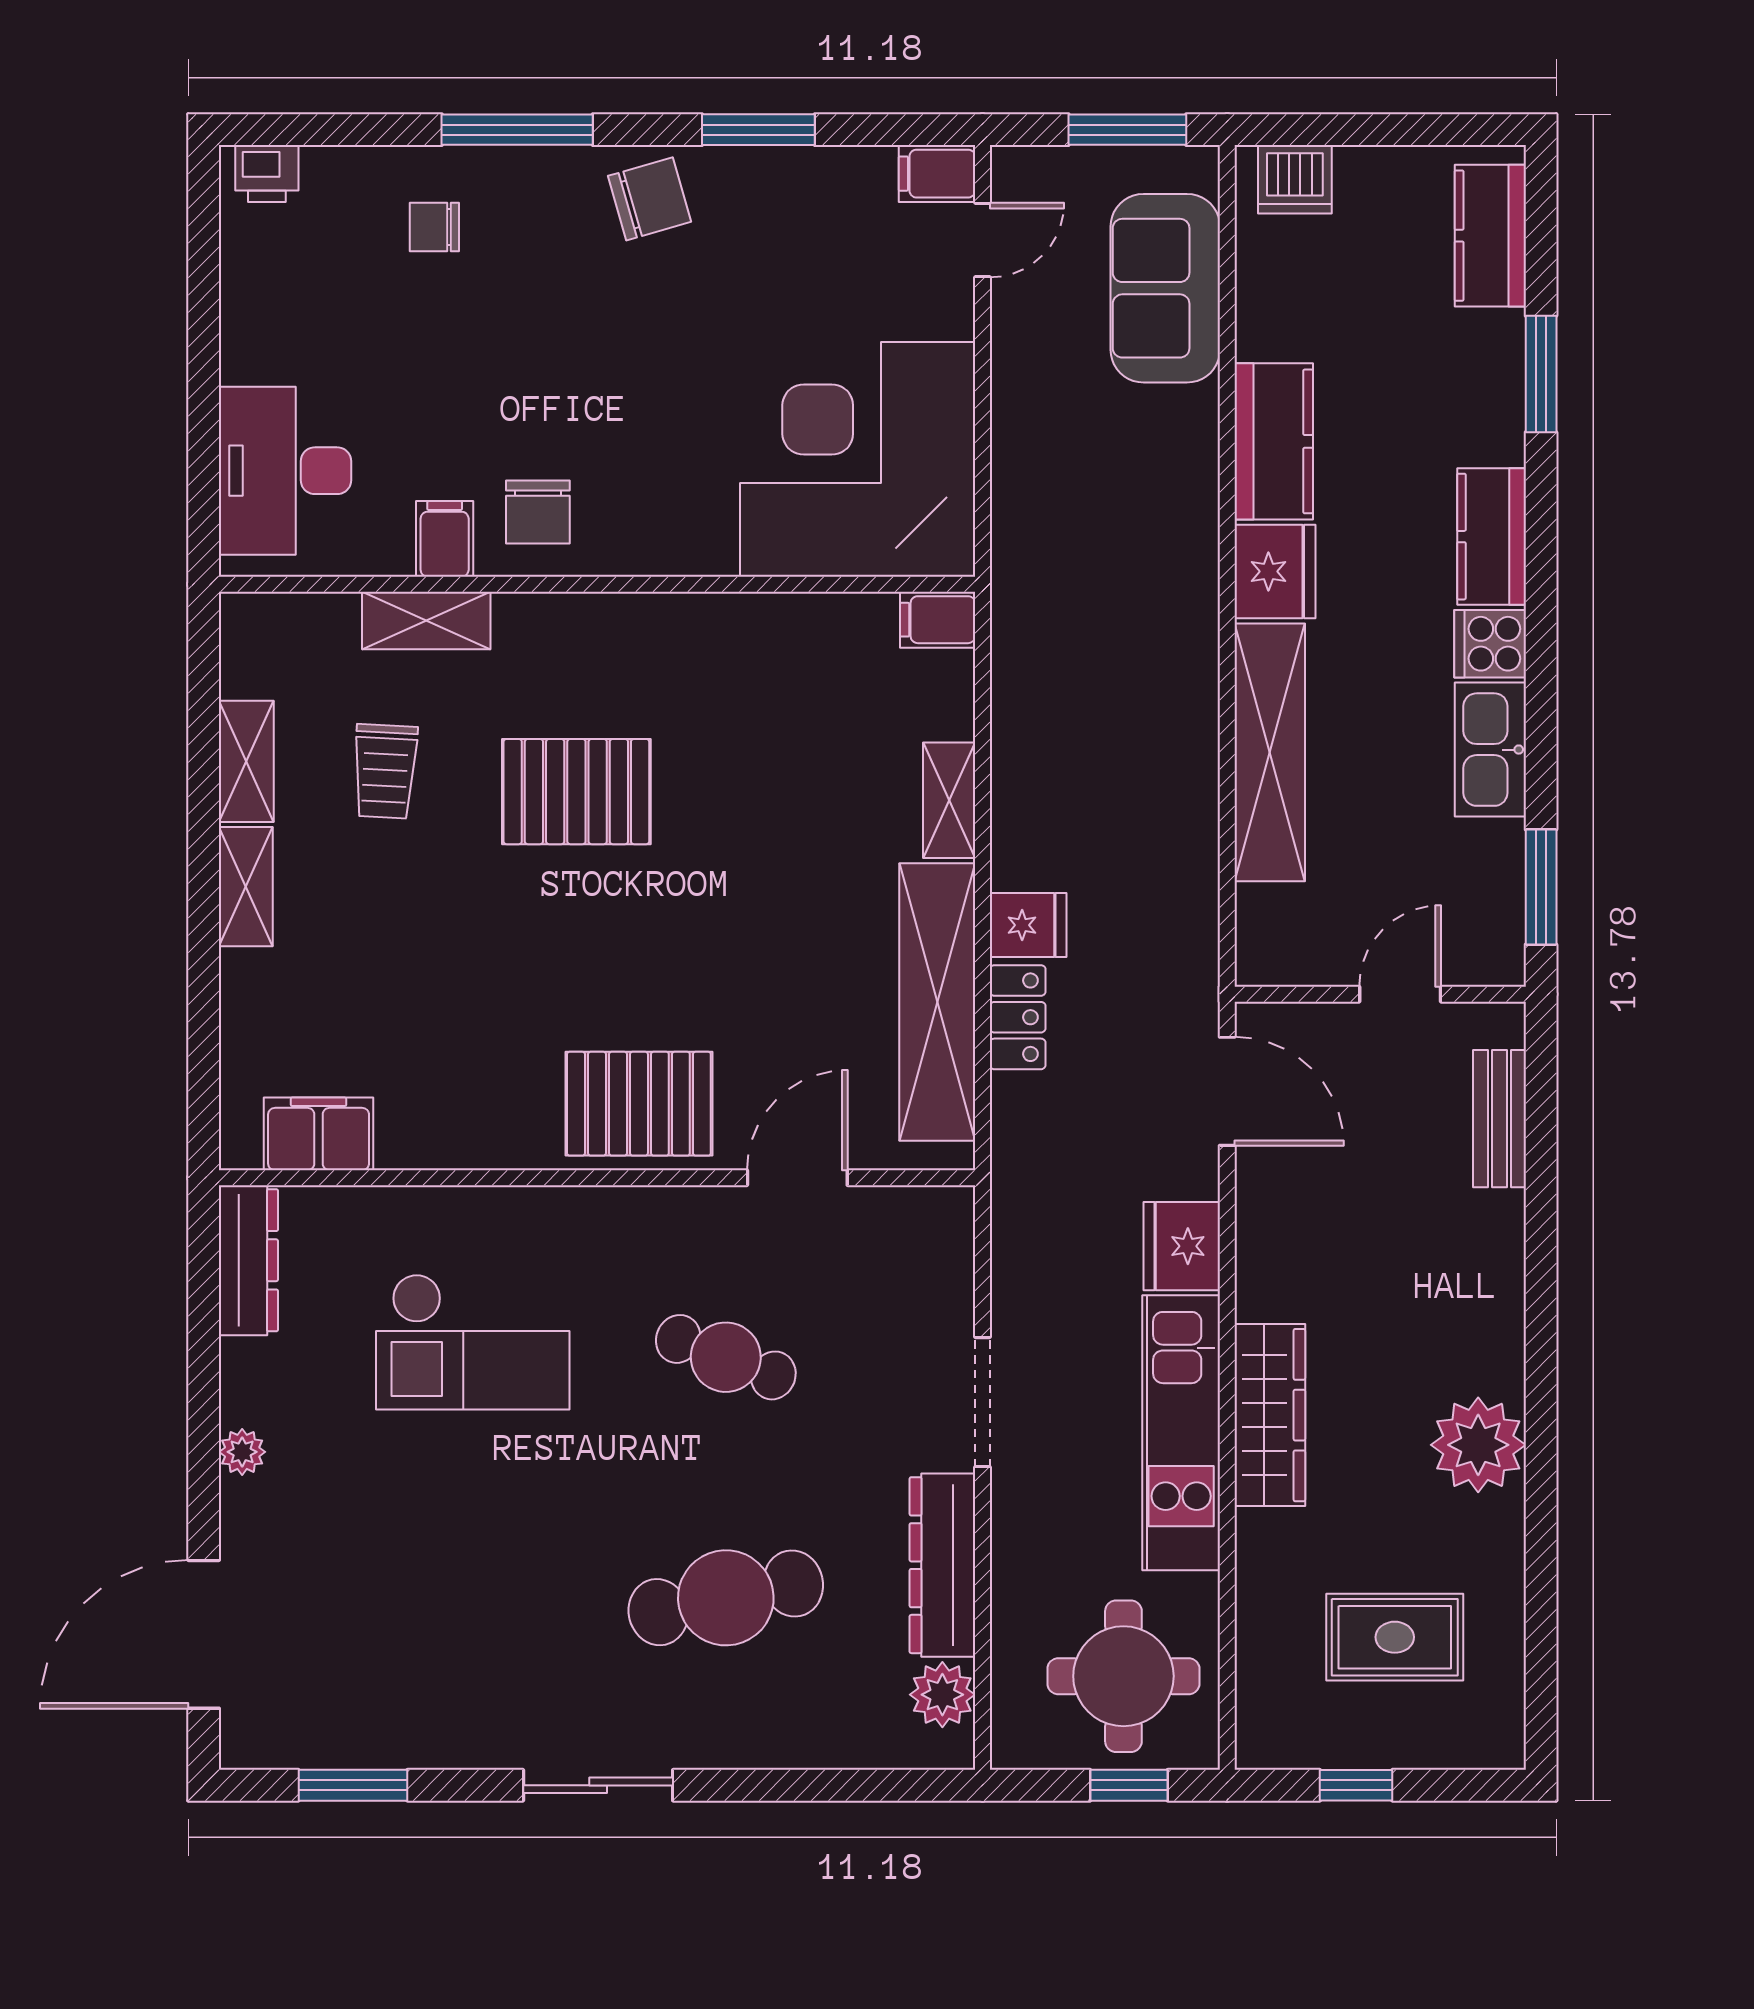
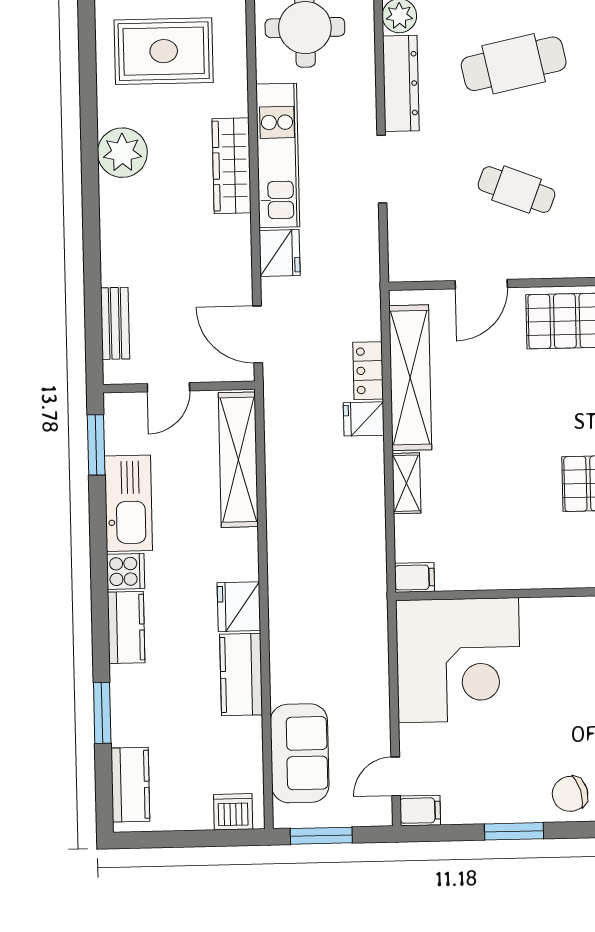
kitchen sink: (1490, 750) -> (128, 503), width x1.36, depth x1.24
shelving: (1270, 752) -> (238, 460), moved
rug: (1395, 1637) -> (164, 51), width x1.36, depth x1.43

